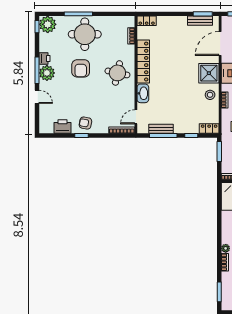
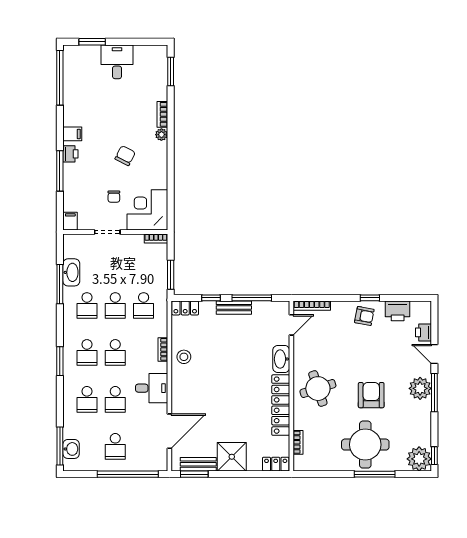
printer: (45, 58) -> (424, 332), moved
round table: (117, 73) -> (318, 389), turned -30
shower: (209, 73) -> (232, 457), moved
bench: (161, 129) -> (234, 308), moved

